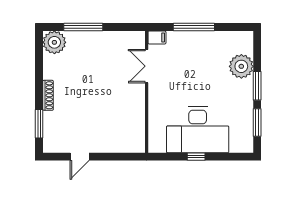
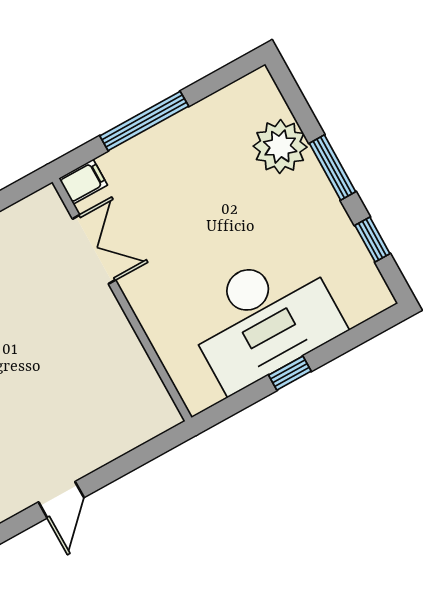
double door: (147, 66) -> (94, 249), swing flipped
window: (257, 122) -> (372, 239), width x0.67

